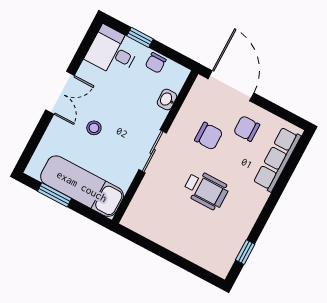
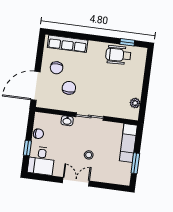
washbasin: (167, 100) -> (67, 121), moved
exam couch: (82, 186) -> (128, 143), width x0.73, depth x0.69
wheelchair: (206, 190) -> (118, 55), moved, turned -92
plant: (147, 229) -> (135, 103), added

